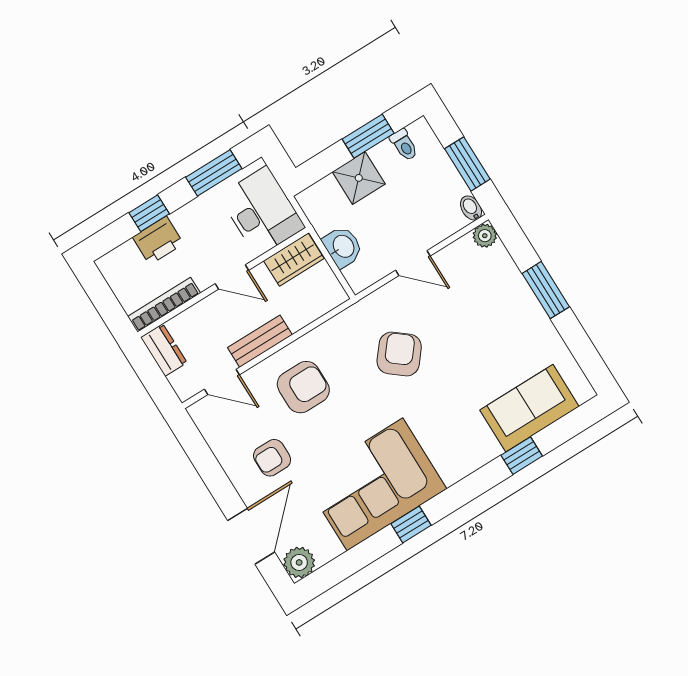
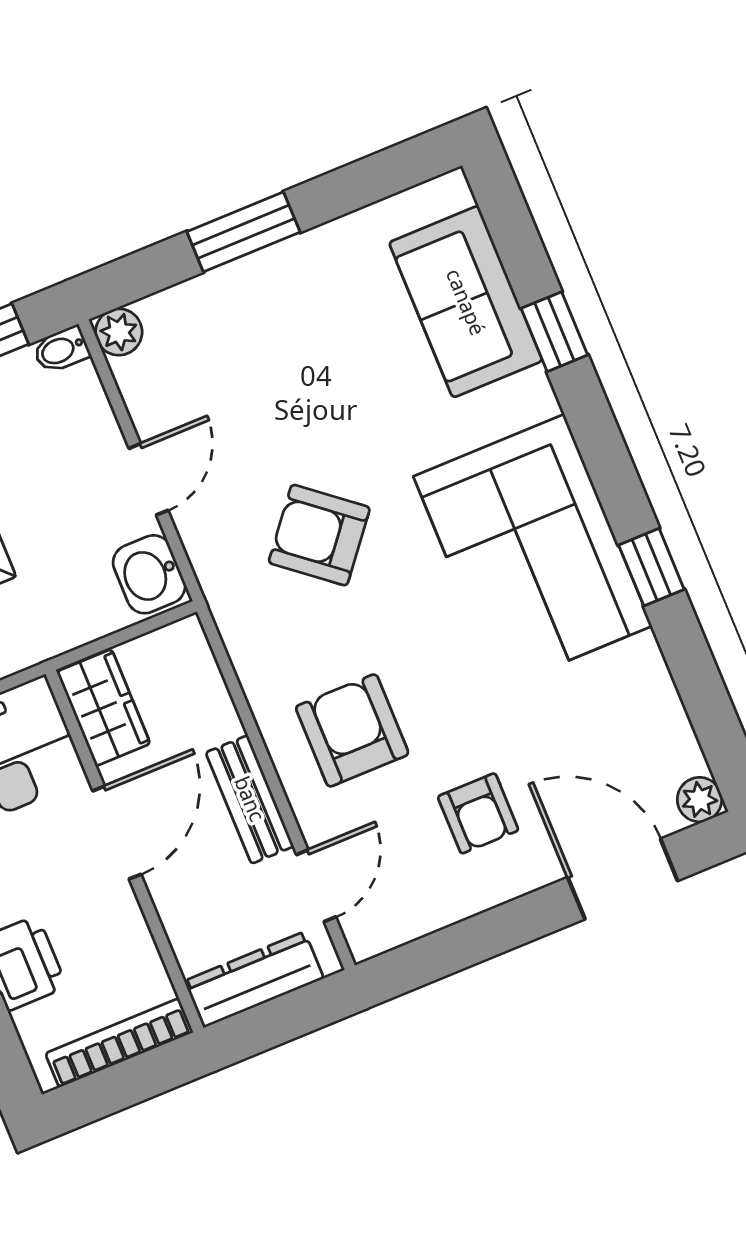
washbasin: (343, 247) -> (149, 574), moved, turned -90
door: (232, 277) -> (117, 833), width x1.37
bookcase: (164, 305) -> (119, 1043), moved, turned 90
dresser: (164, 350) -> (254, 980), width x1.44
corner sofa: (375, 484) -> (533, 551), moved
plant: (299, 562) -> (700, 800), width x0.73, depth x0.73

